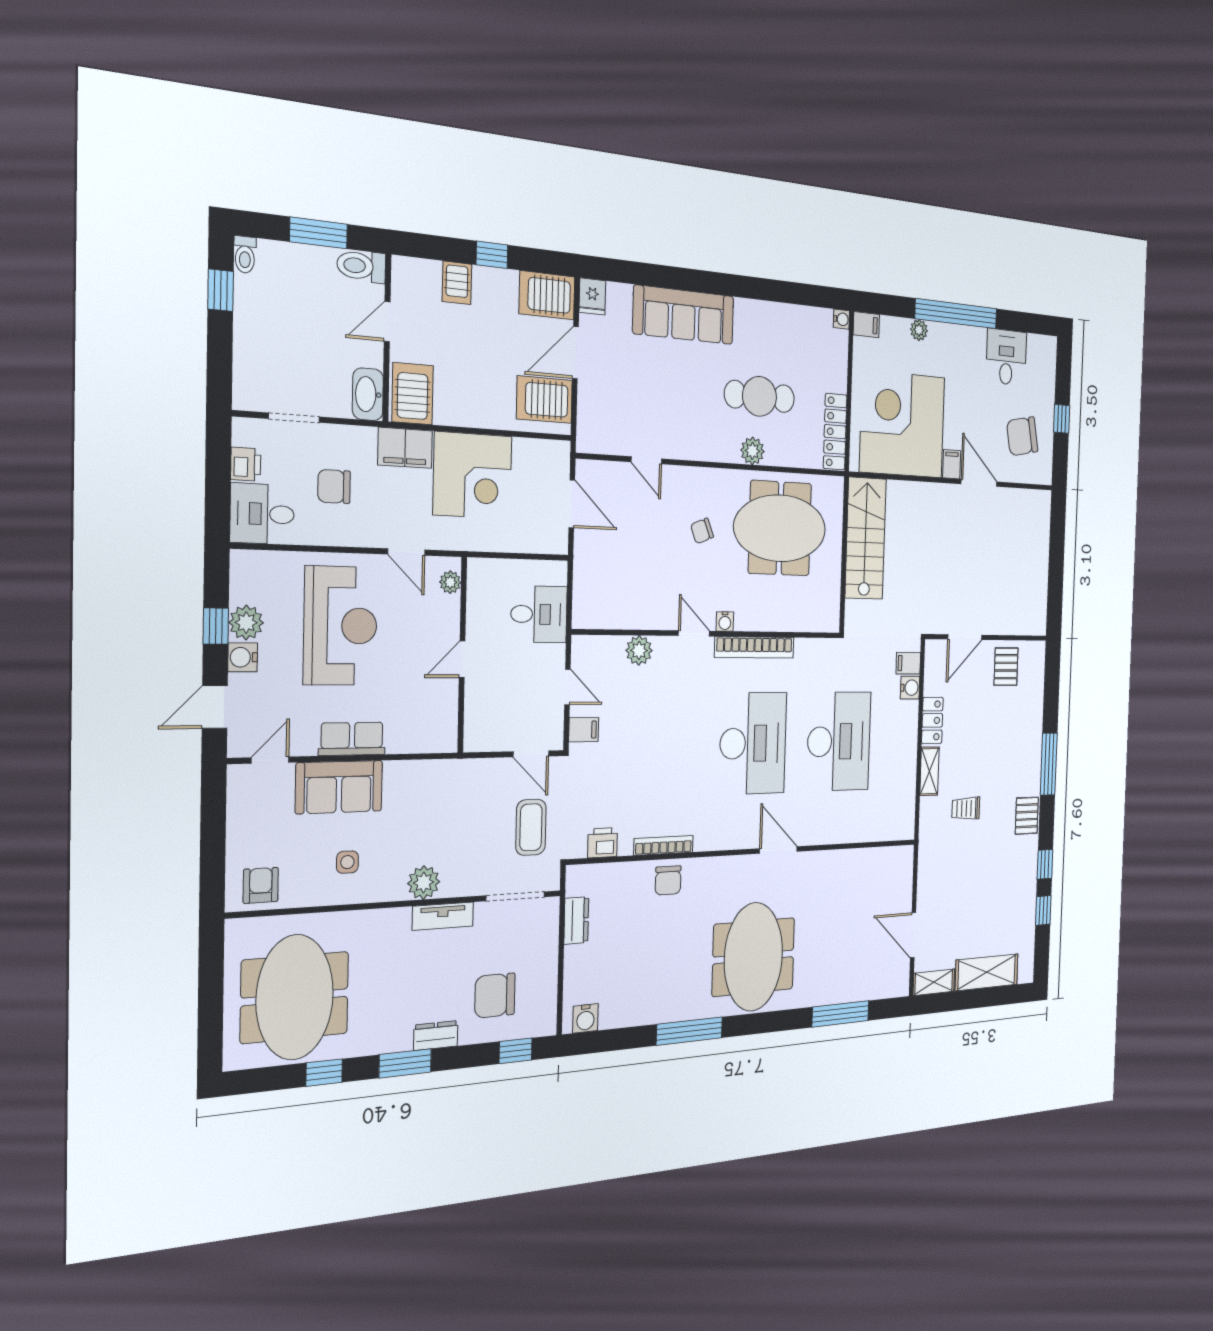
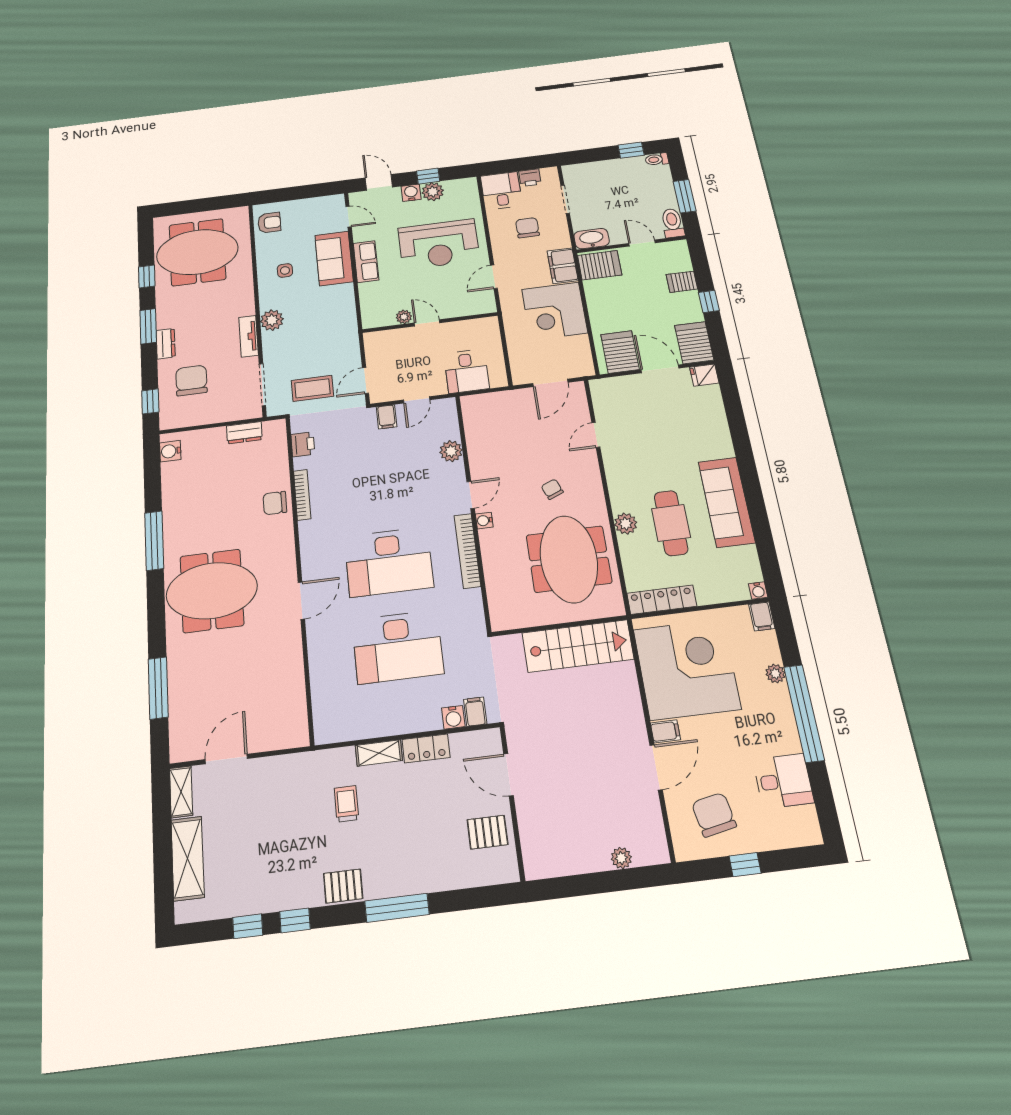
sofa: (684, 315) -> (727, 502), moved
plant: (1042, 538) -> (621, 858), added
plant: (450, 582) -> (404, 317), moved

